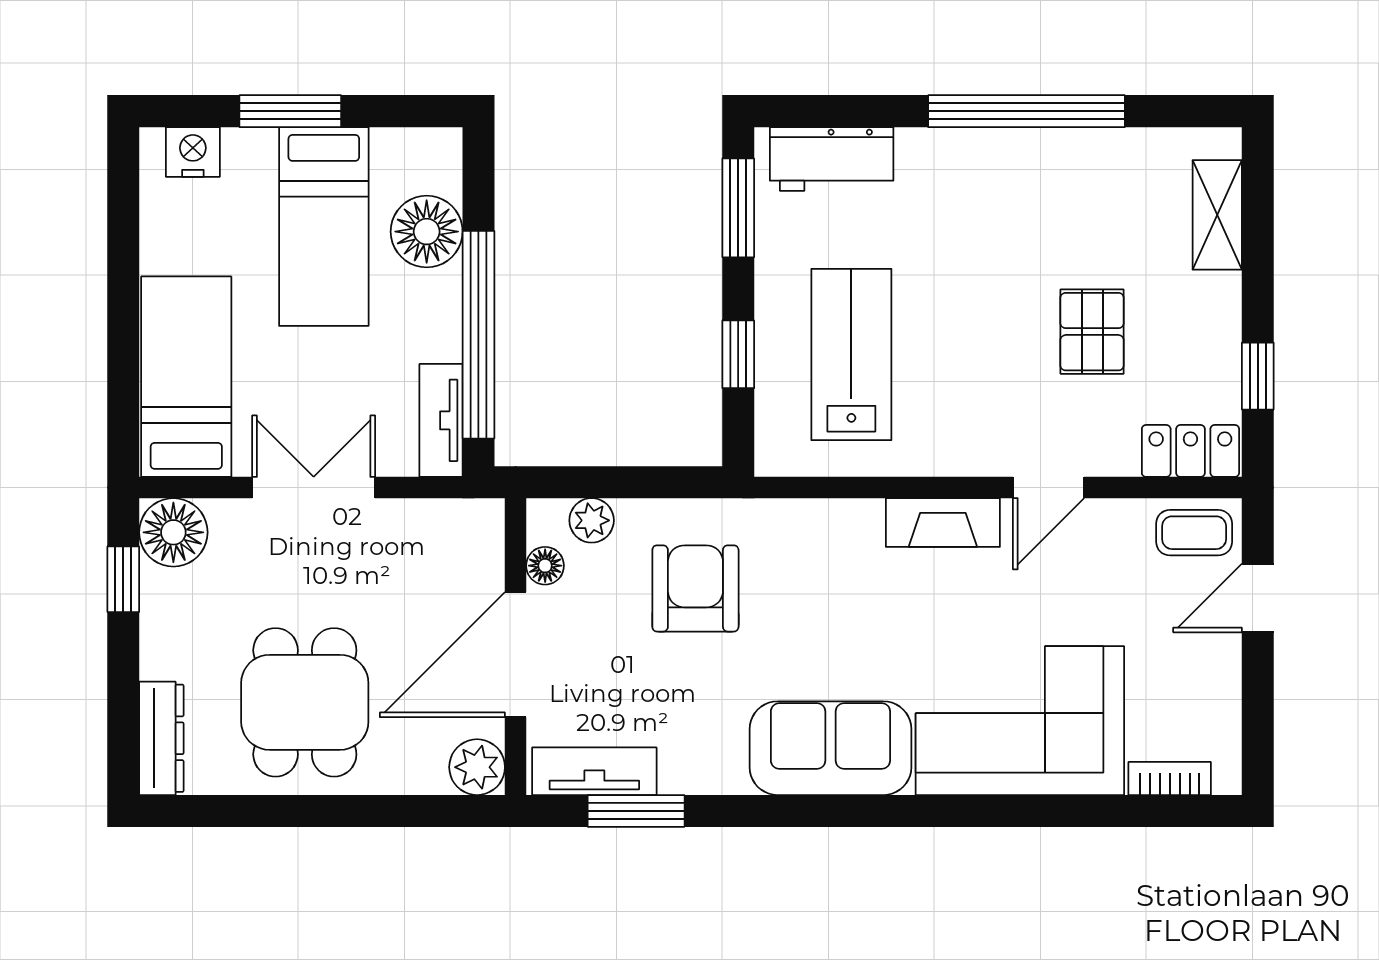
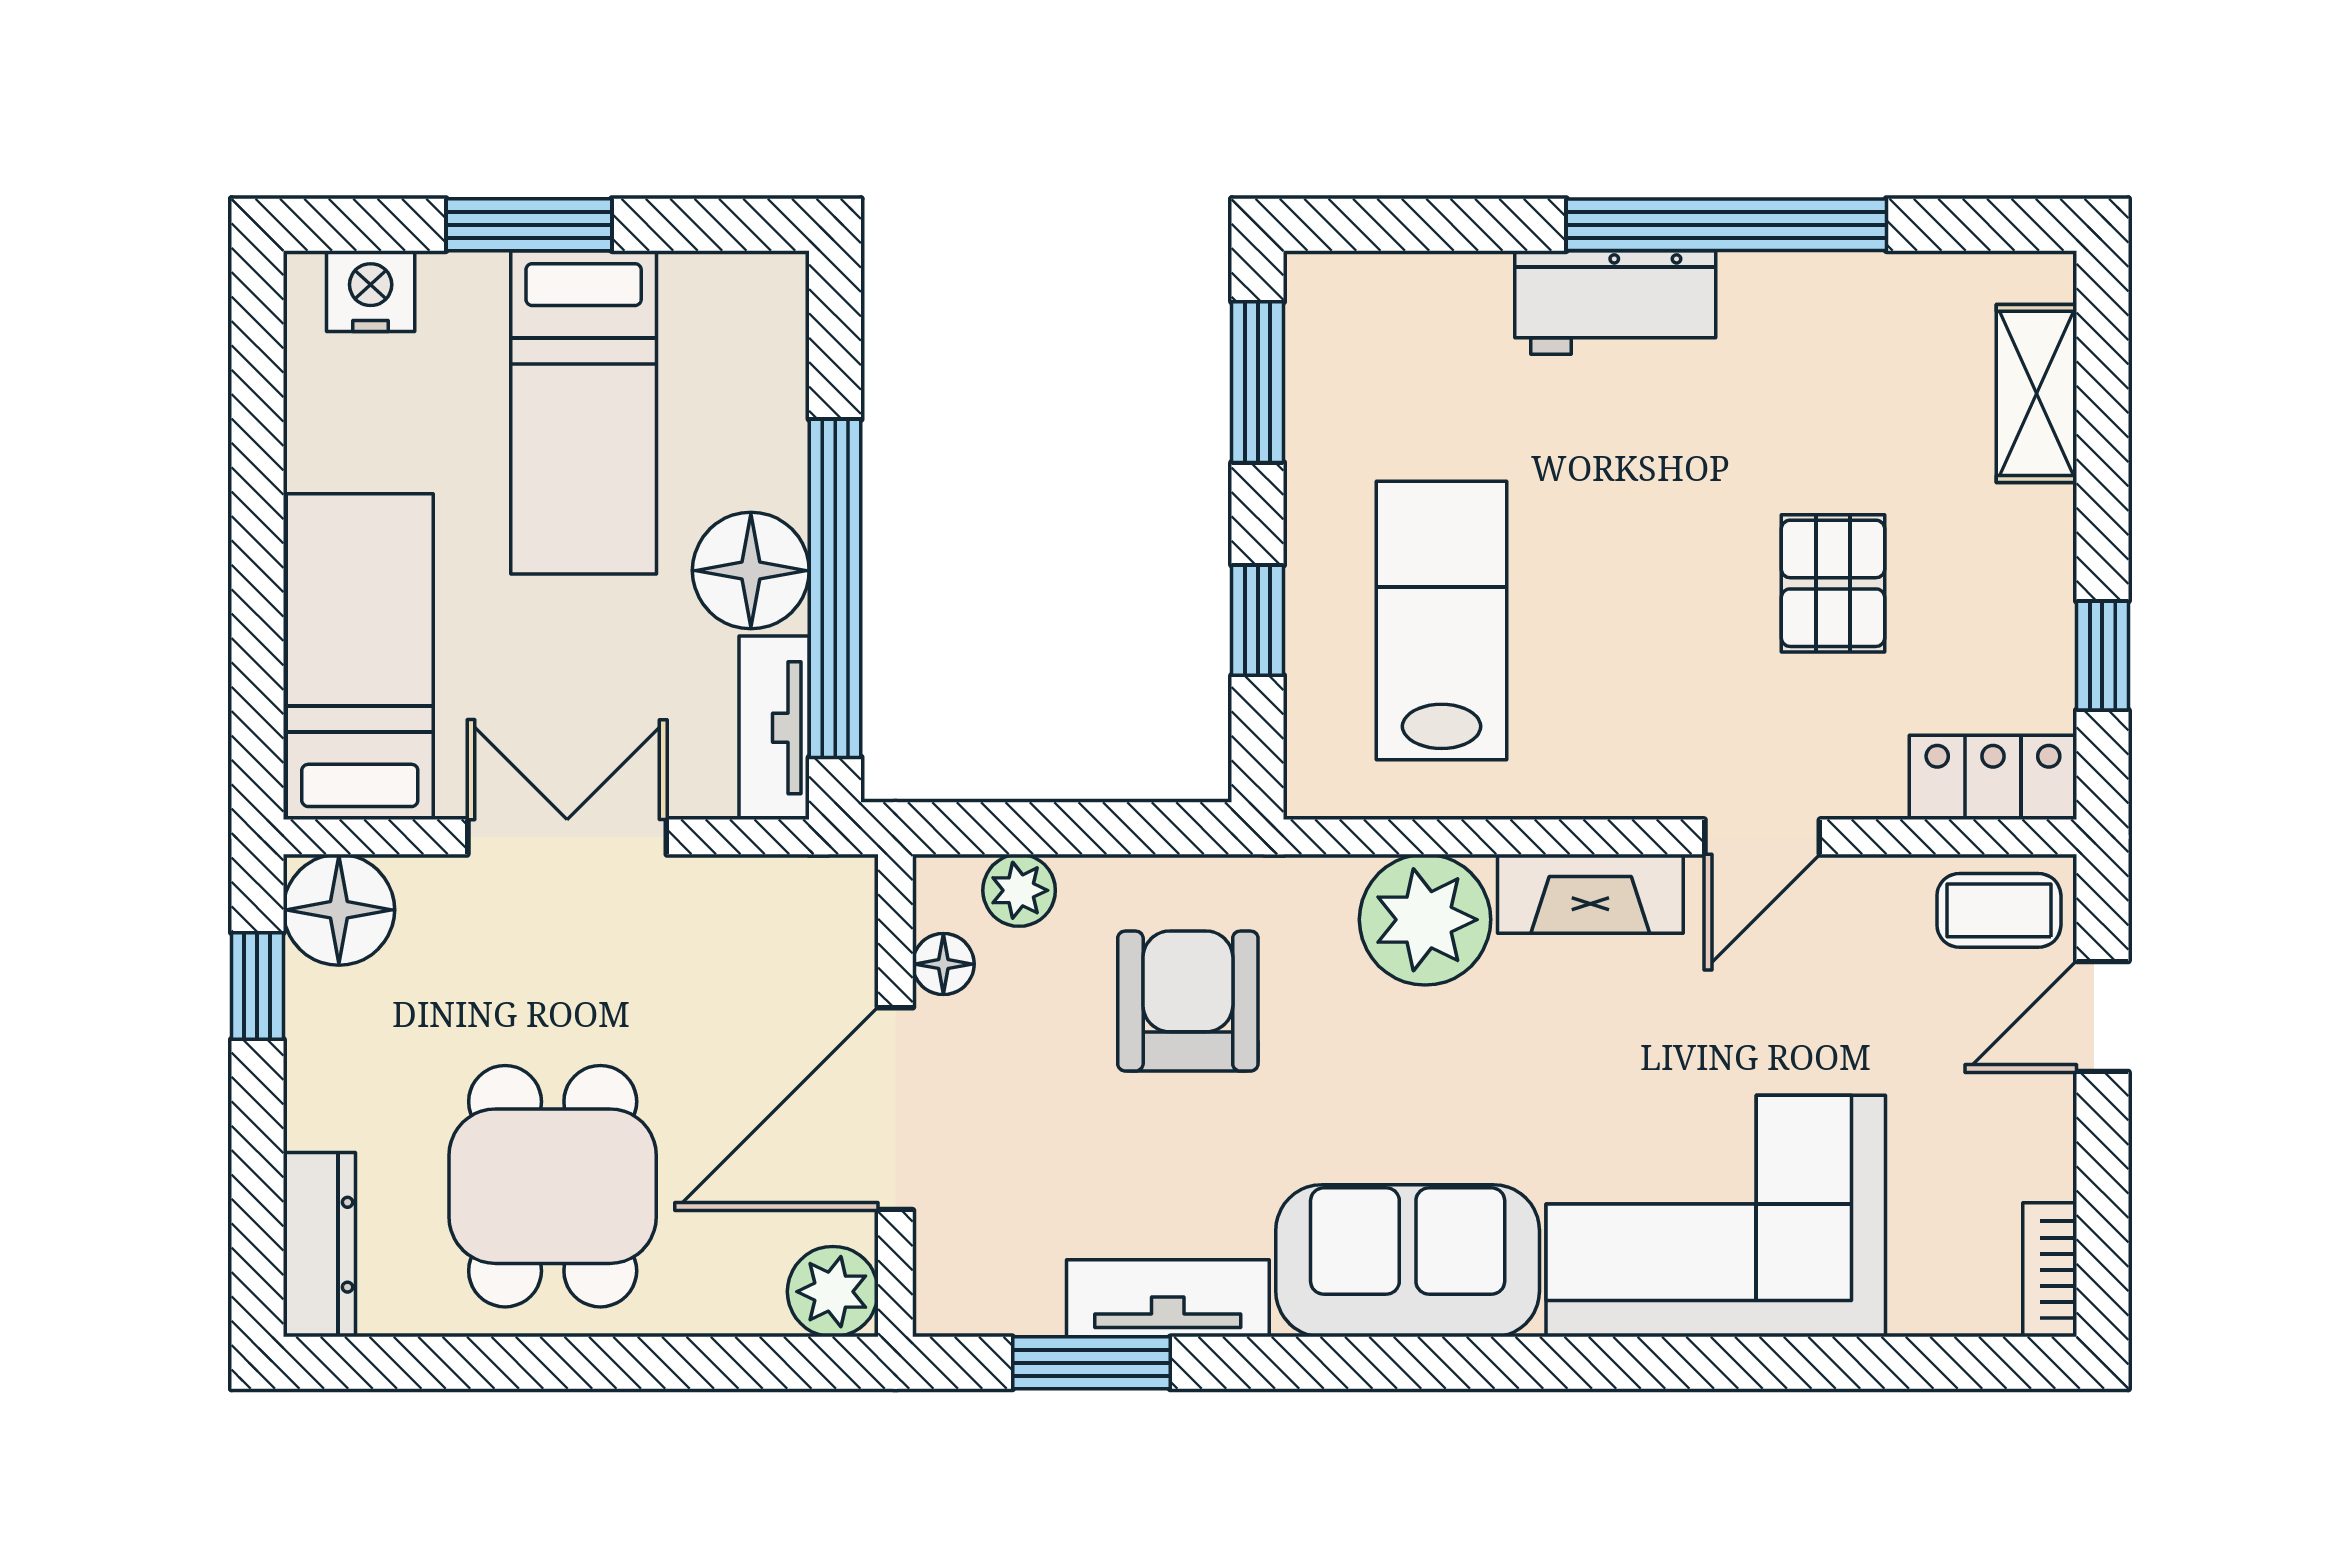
workbench: (832, 159) -> (1615, 303), moved
floor lamp: (427, 232) -> (751, 571), moved
plant: (841, 538) -> (1425, 920), added
tv unit: (594, 771) -> (1168, 1298), moved
bookcase: (1170, 778) -> (2050, 1270), moved, turned -90

